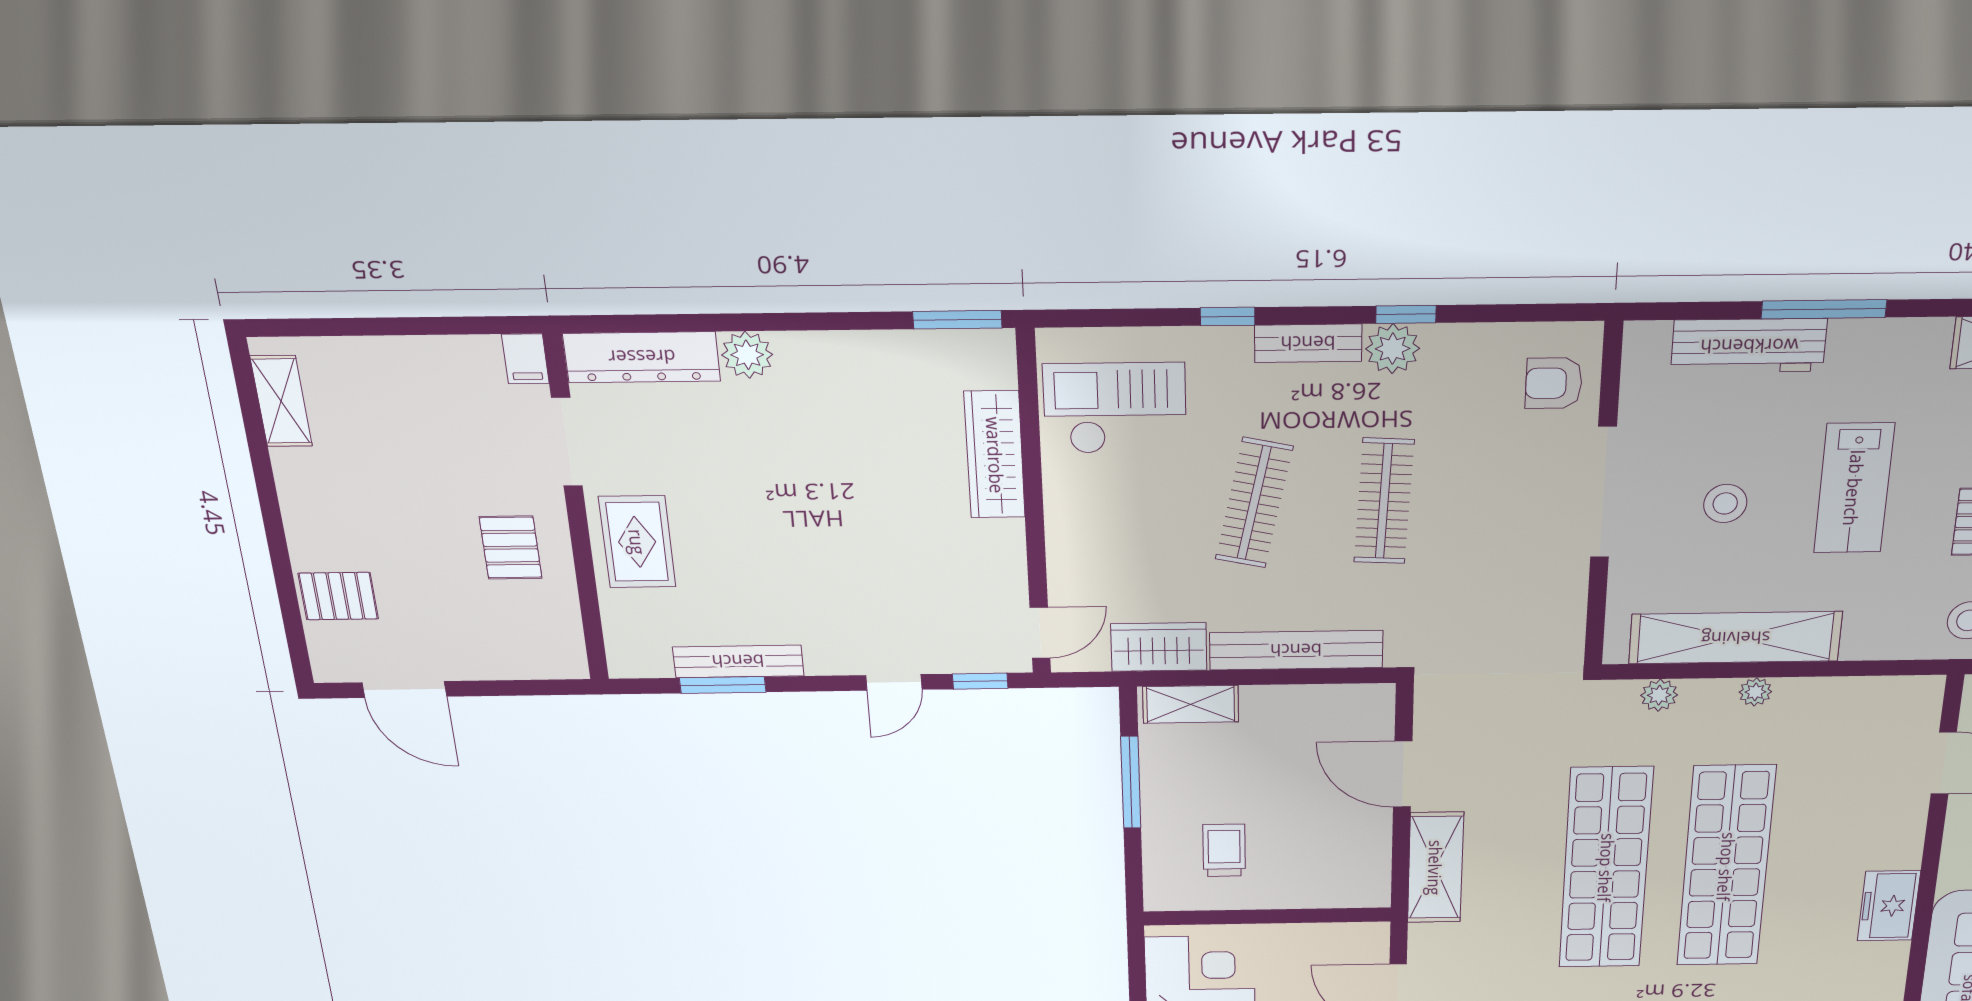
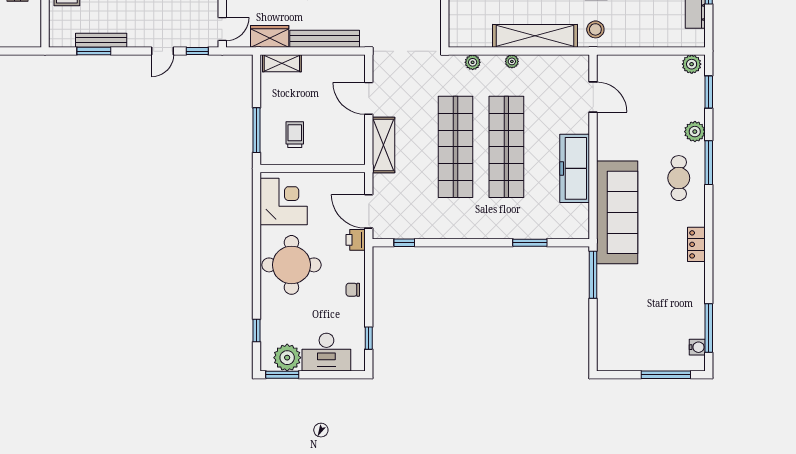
shelving: (1735, 638) -> (535, 36), moved
window: (1131, 782) -> (257, 130), moved
freezer: (1889, 906) -> (575, 168), width x1.91, depth x1.26

